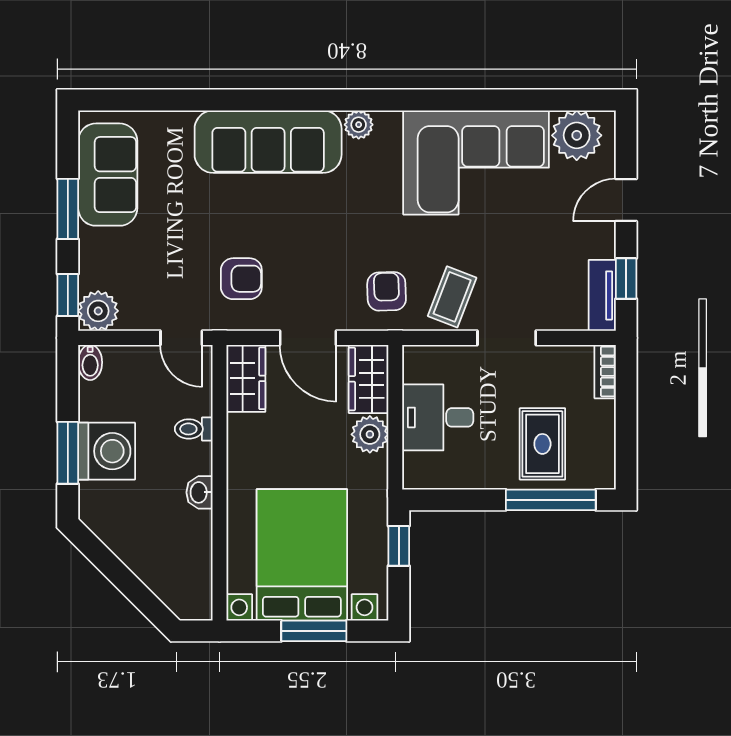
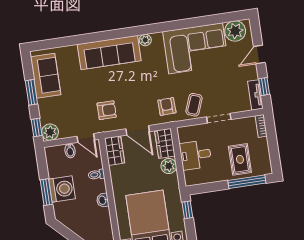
bidet: (90, 362) -> (70, 151), moved

